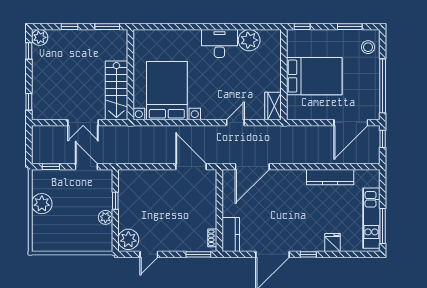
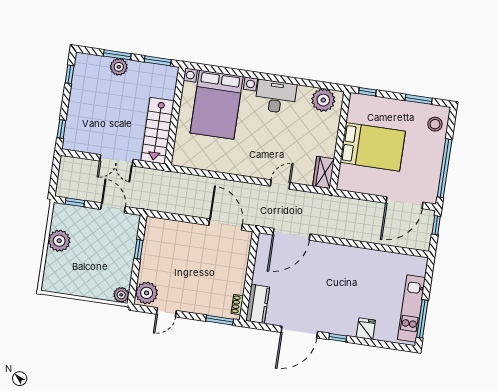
window: (70, 27) -> (117, 55), width x1.50
plant: (40, 37) -> (119, 67), moved
plant: (249, 40) -> (323, 100), moved
bed with nightstands: (167, 91) -> (217, 105), moved, turned 180
kitchen counter: (330, 177) -> (374, 258), removed
plant: (105, 217) -> (121, 295), moved

